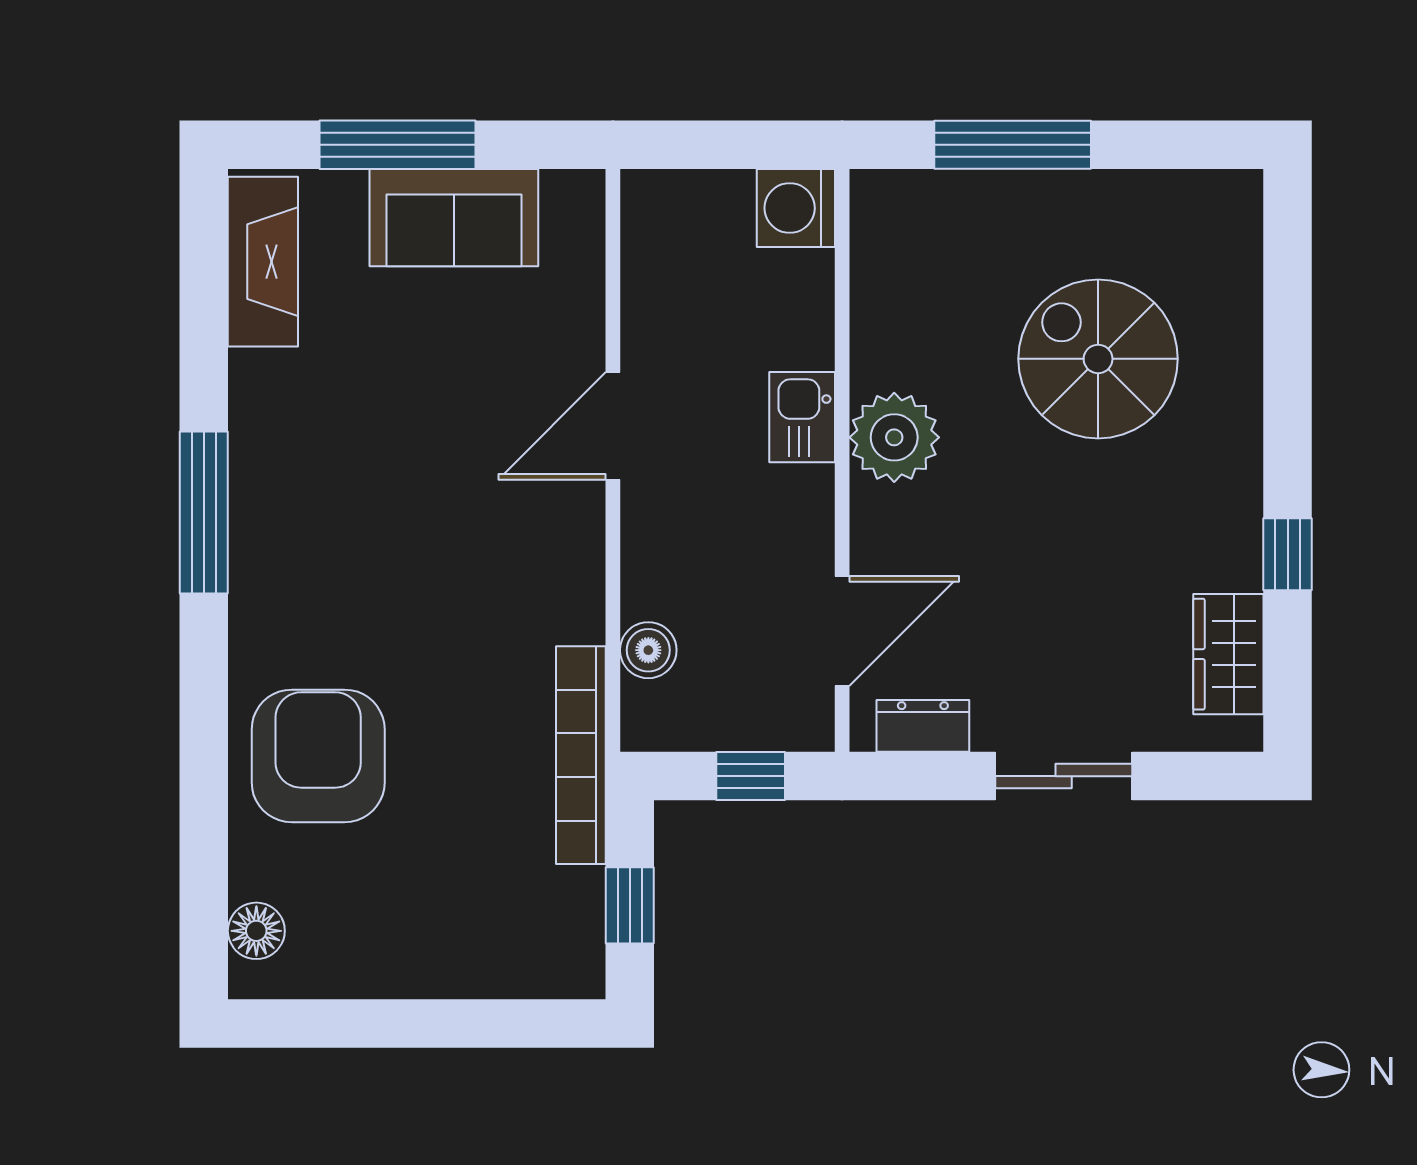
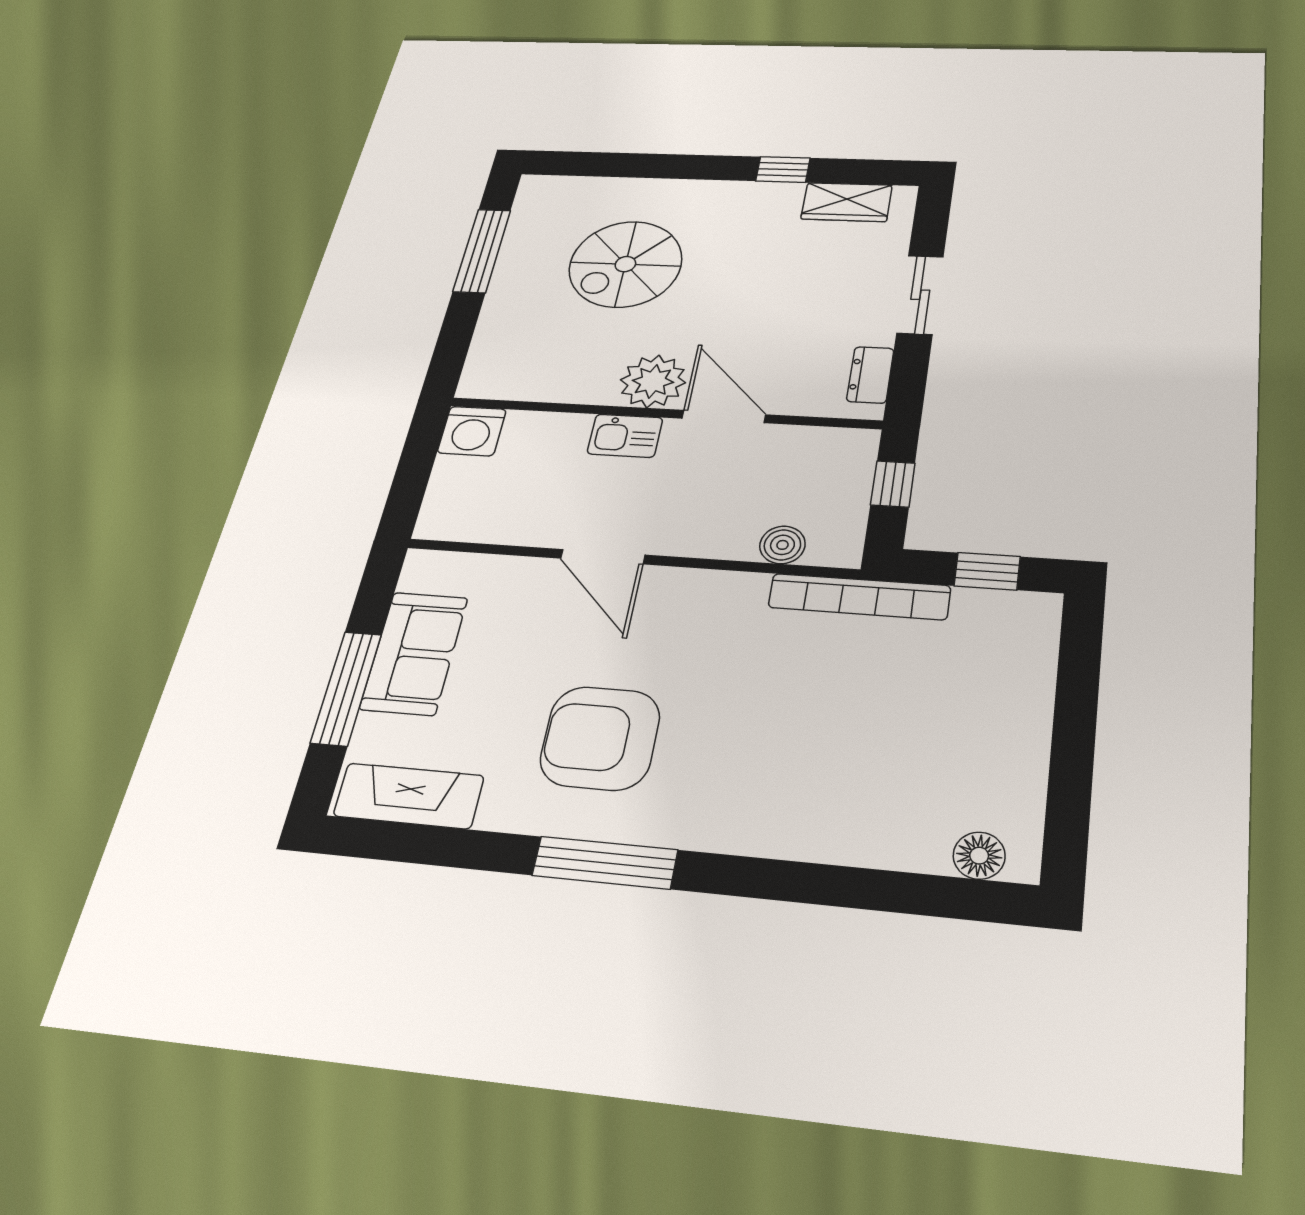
window: (1013, 145) -> (482, 251), moved
door: (842, 631) -> (724, 416), moved
armchair: (318, 756) -> (600, 738), moved

